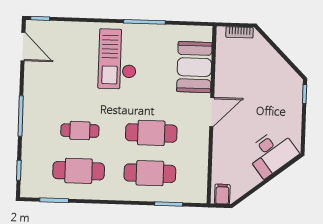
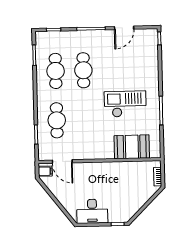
door: (23, 47) -> (124, 28), moved
checkout: (118, 59) -> (125, 104), moved
door: (212, 112) -> (62, 162), moved
cafe table: (80, 131) -> (83, 70), width x1.37, depth x1.35
cafe table: (151, 133) -> (85, 120), removed
desk: (272, 153) -> (92, 211), moved, turned -52

